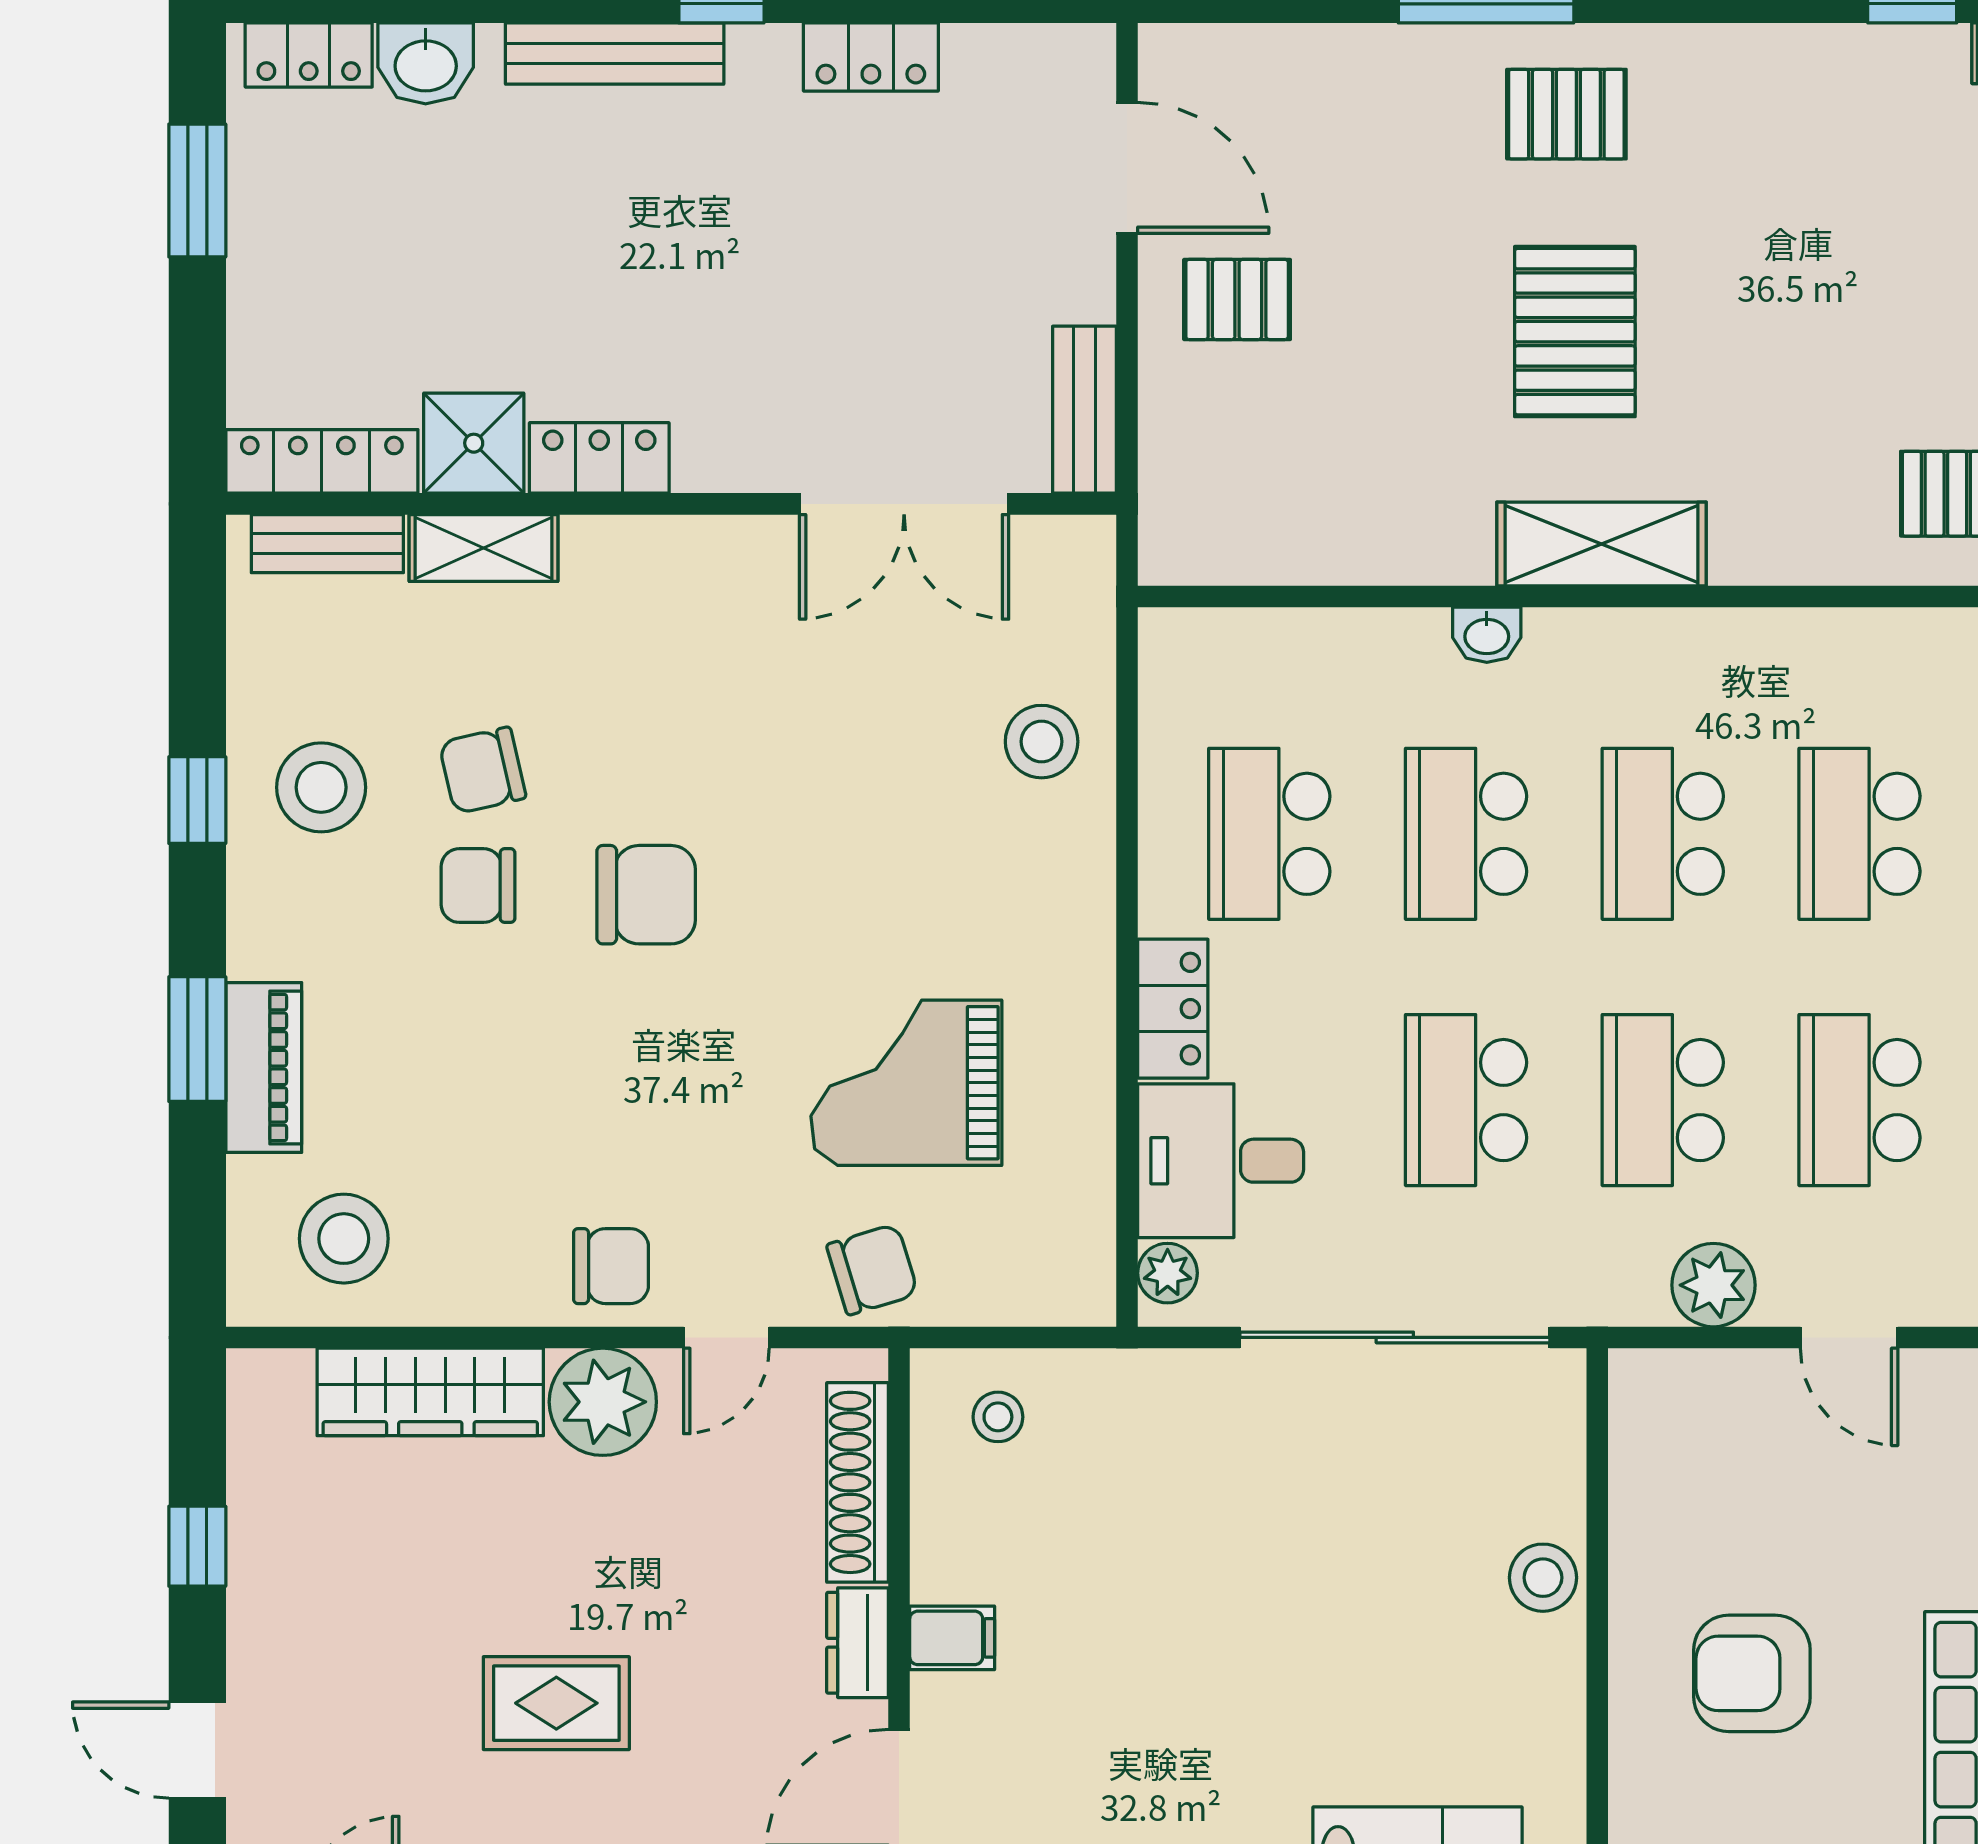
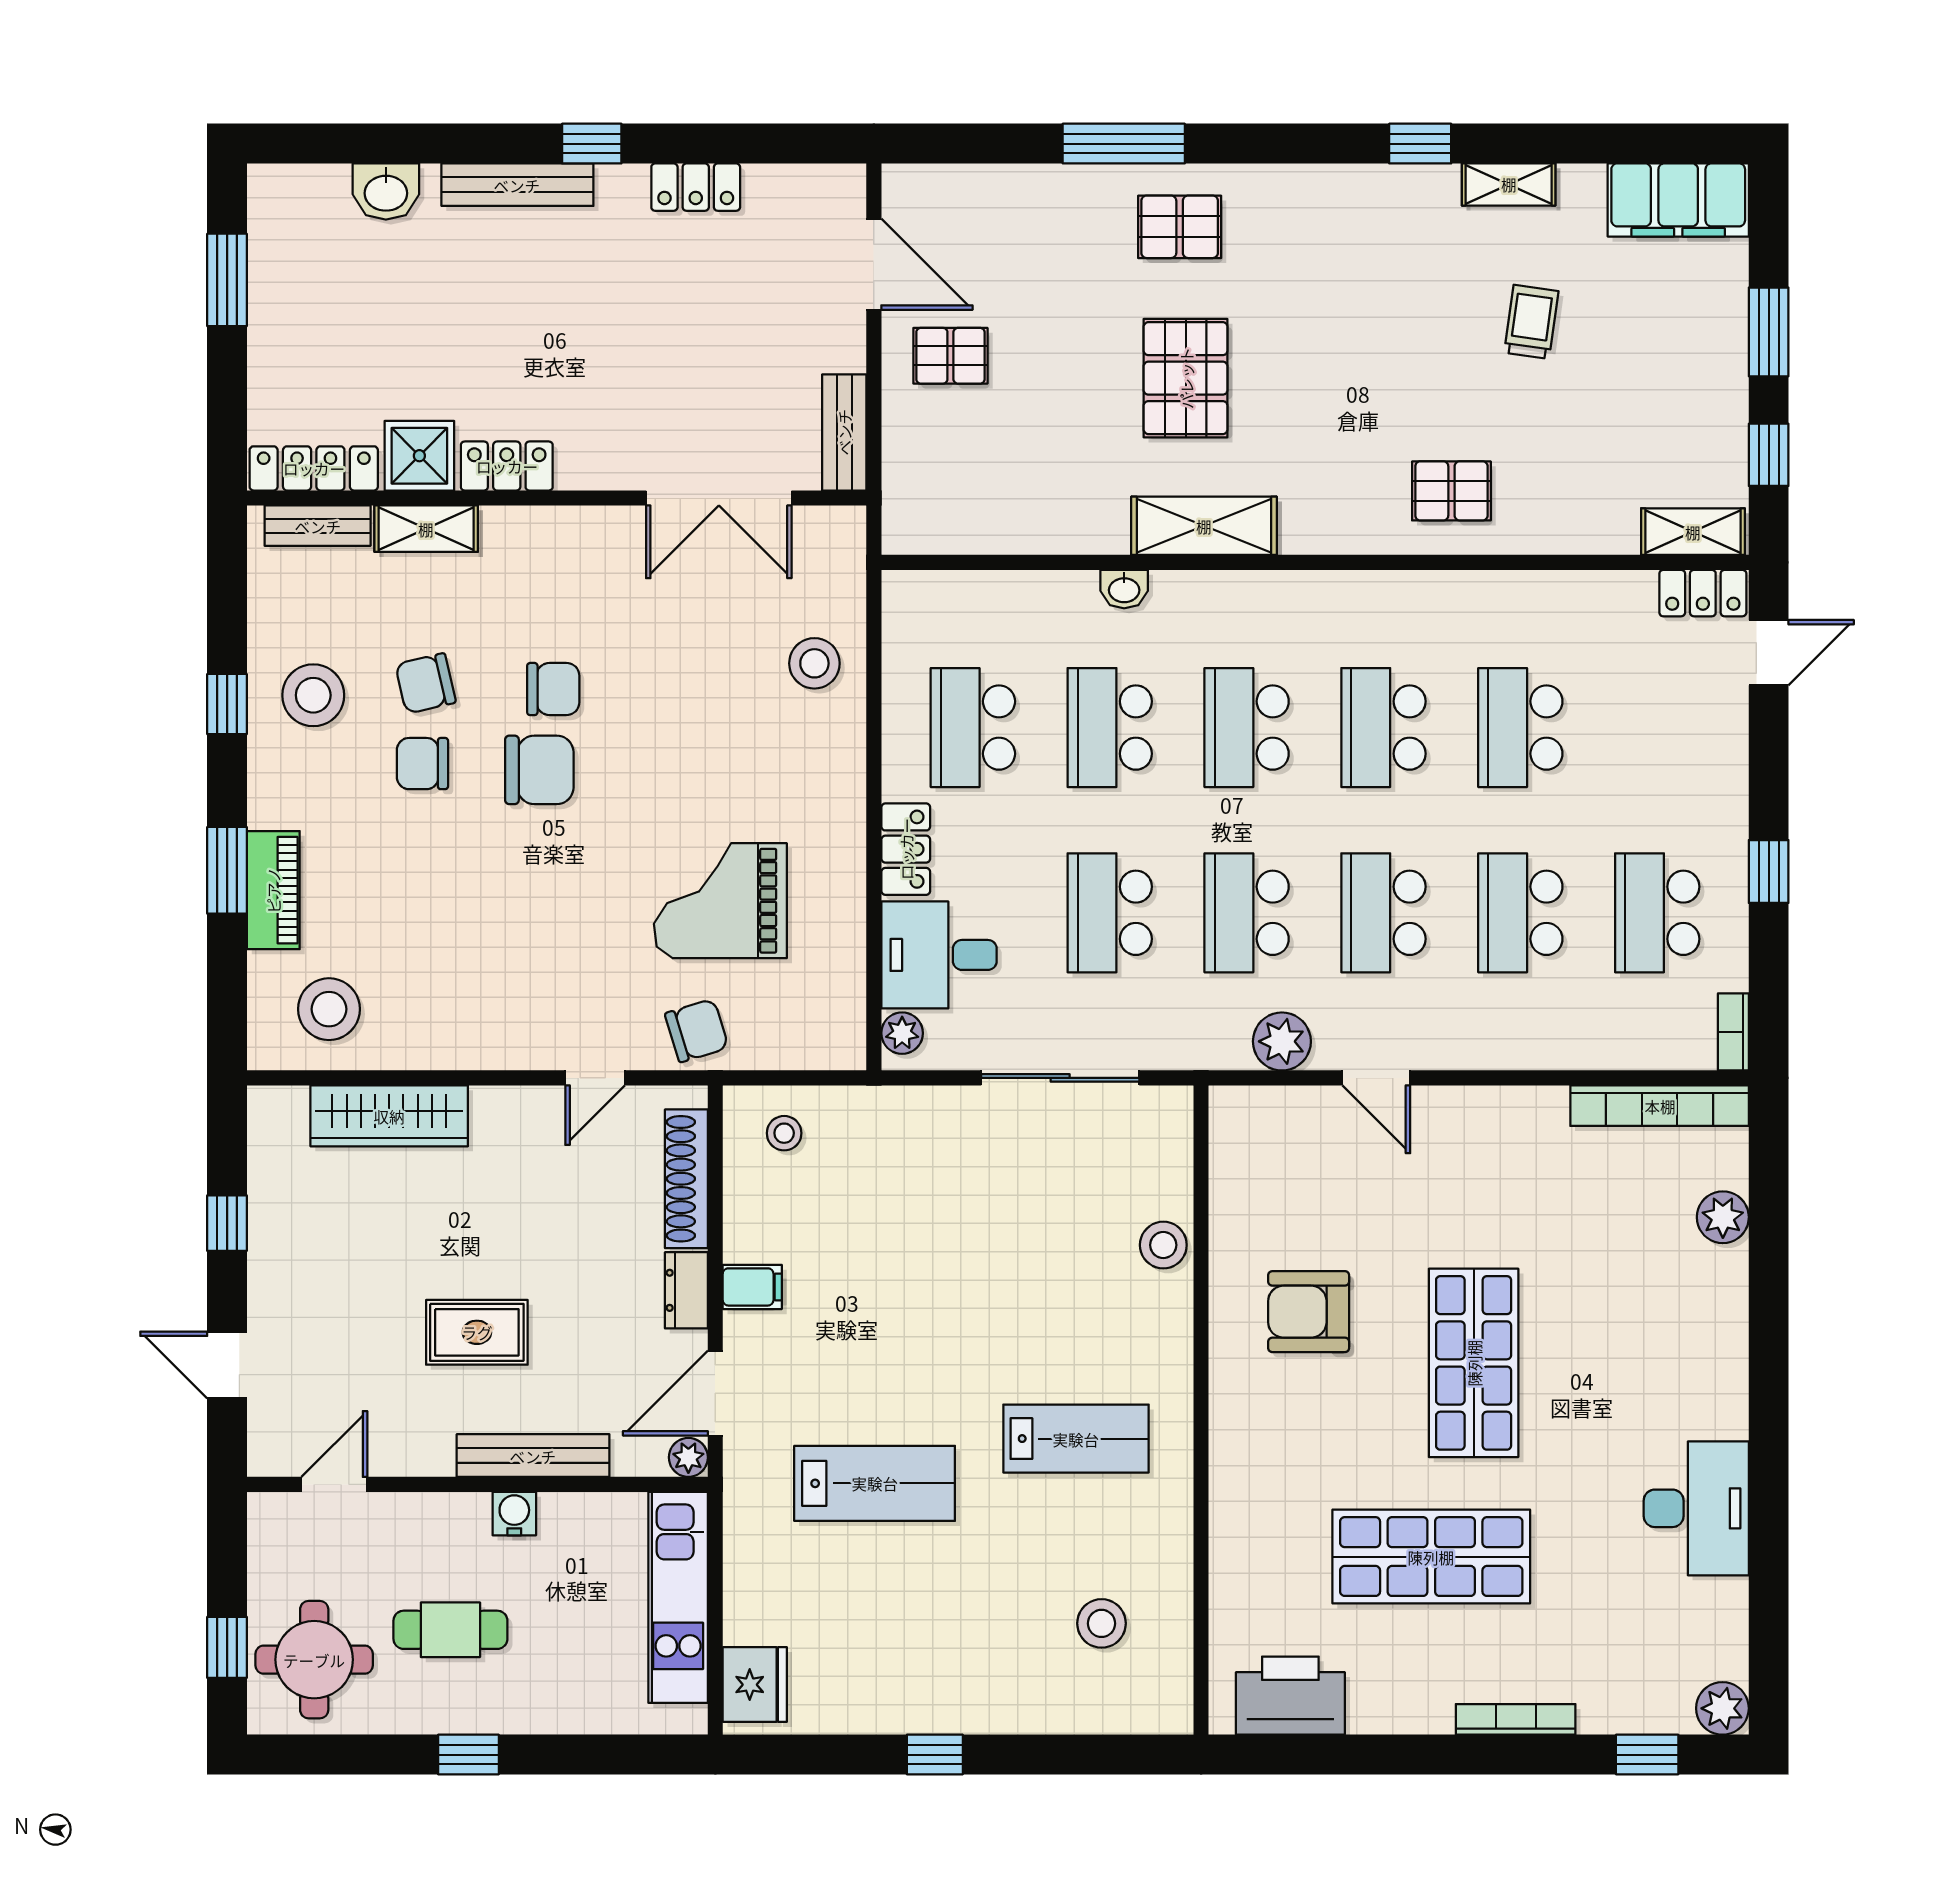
locker: (309, 55) -> (305, 186), removed
chair: (611, 1266) -> (553, 689), moved
sliding door: (1395, 1337) -> (1060, 1078), width x0.73
plant: (603, 1402) -> (509, 1123), removed

